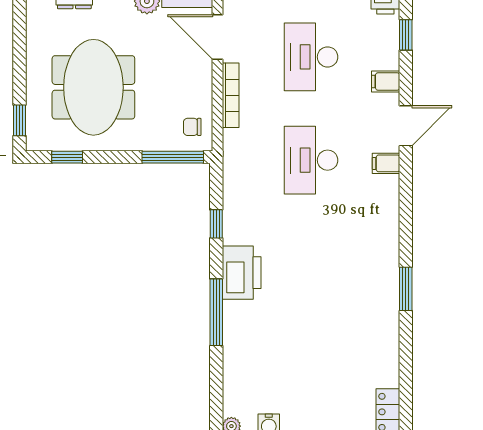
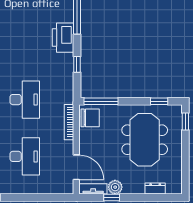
bookcase: (231, 95) -> (69, 122), moved
chair: (192, 127) -> (90, 118), width x1.87, depth x1.87

